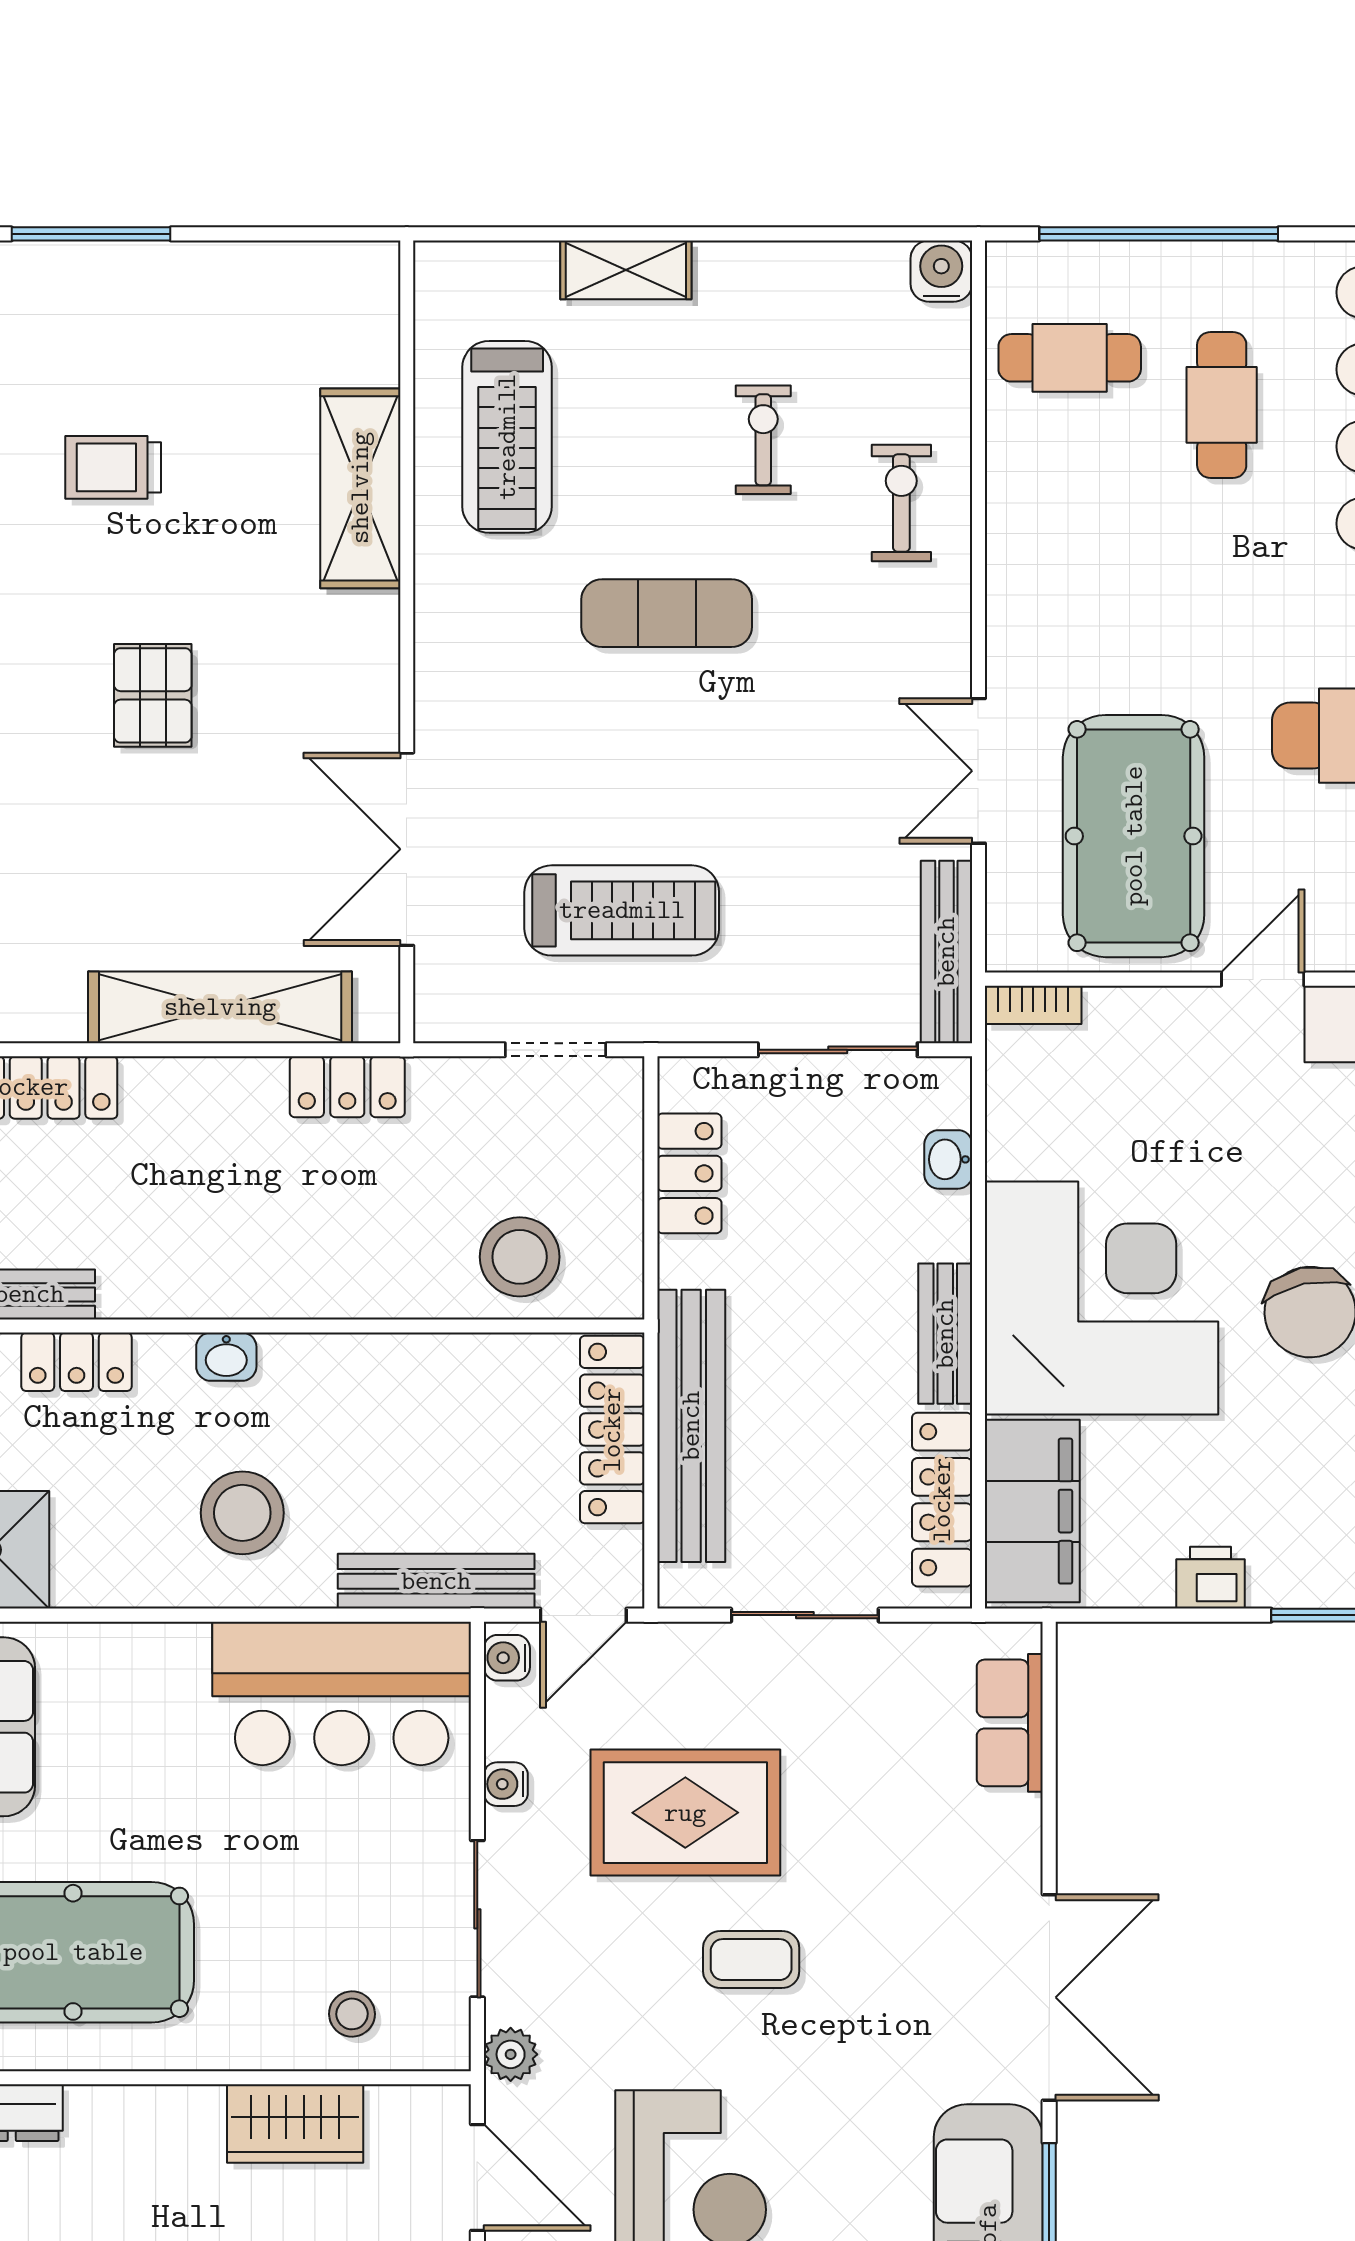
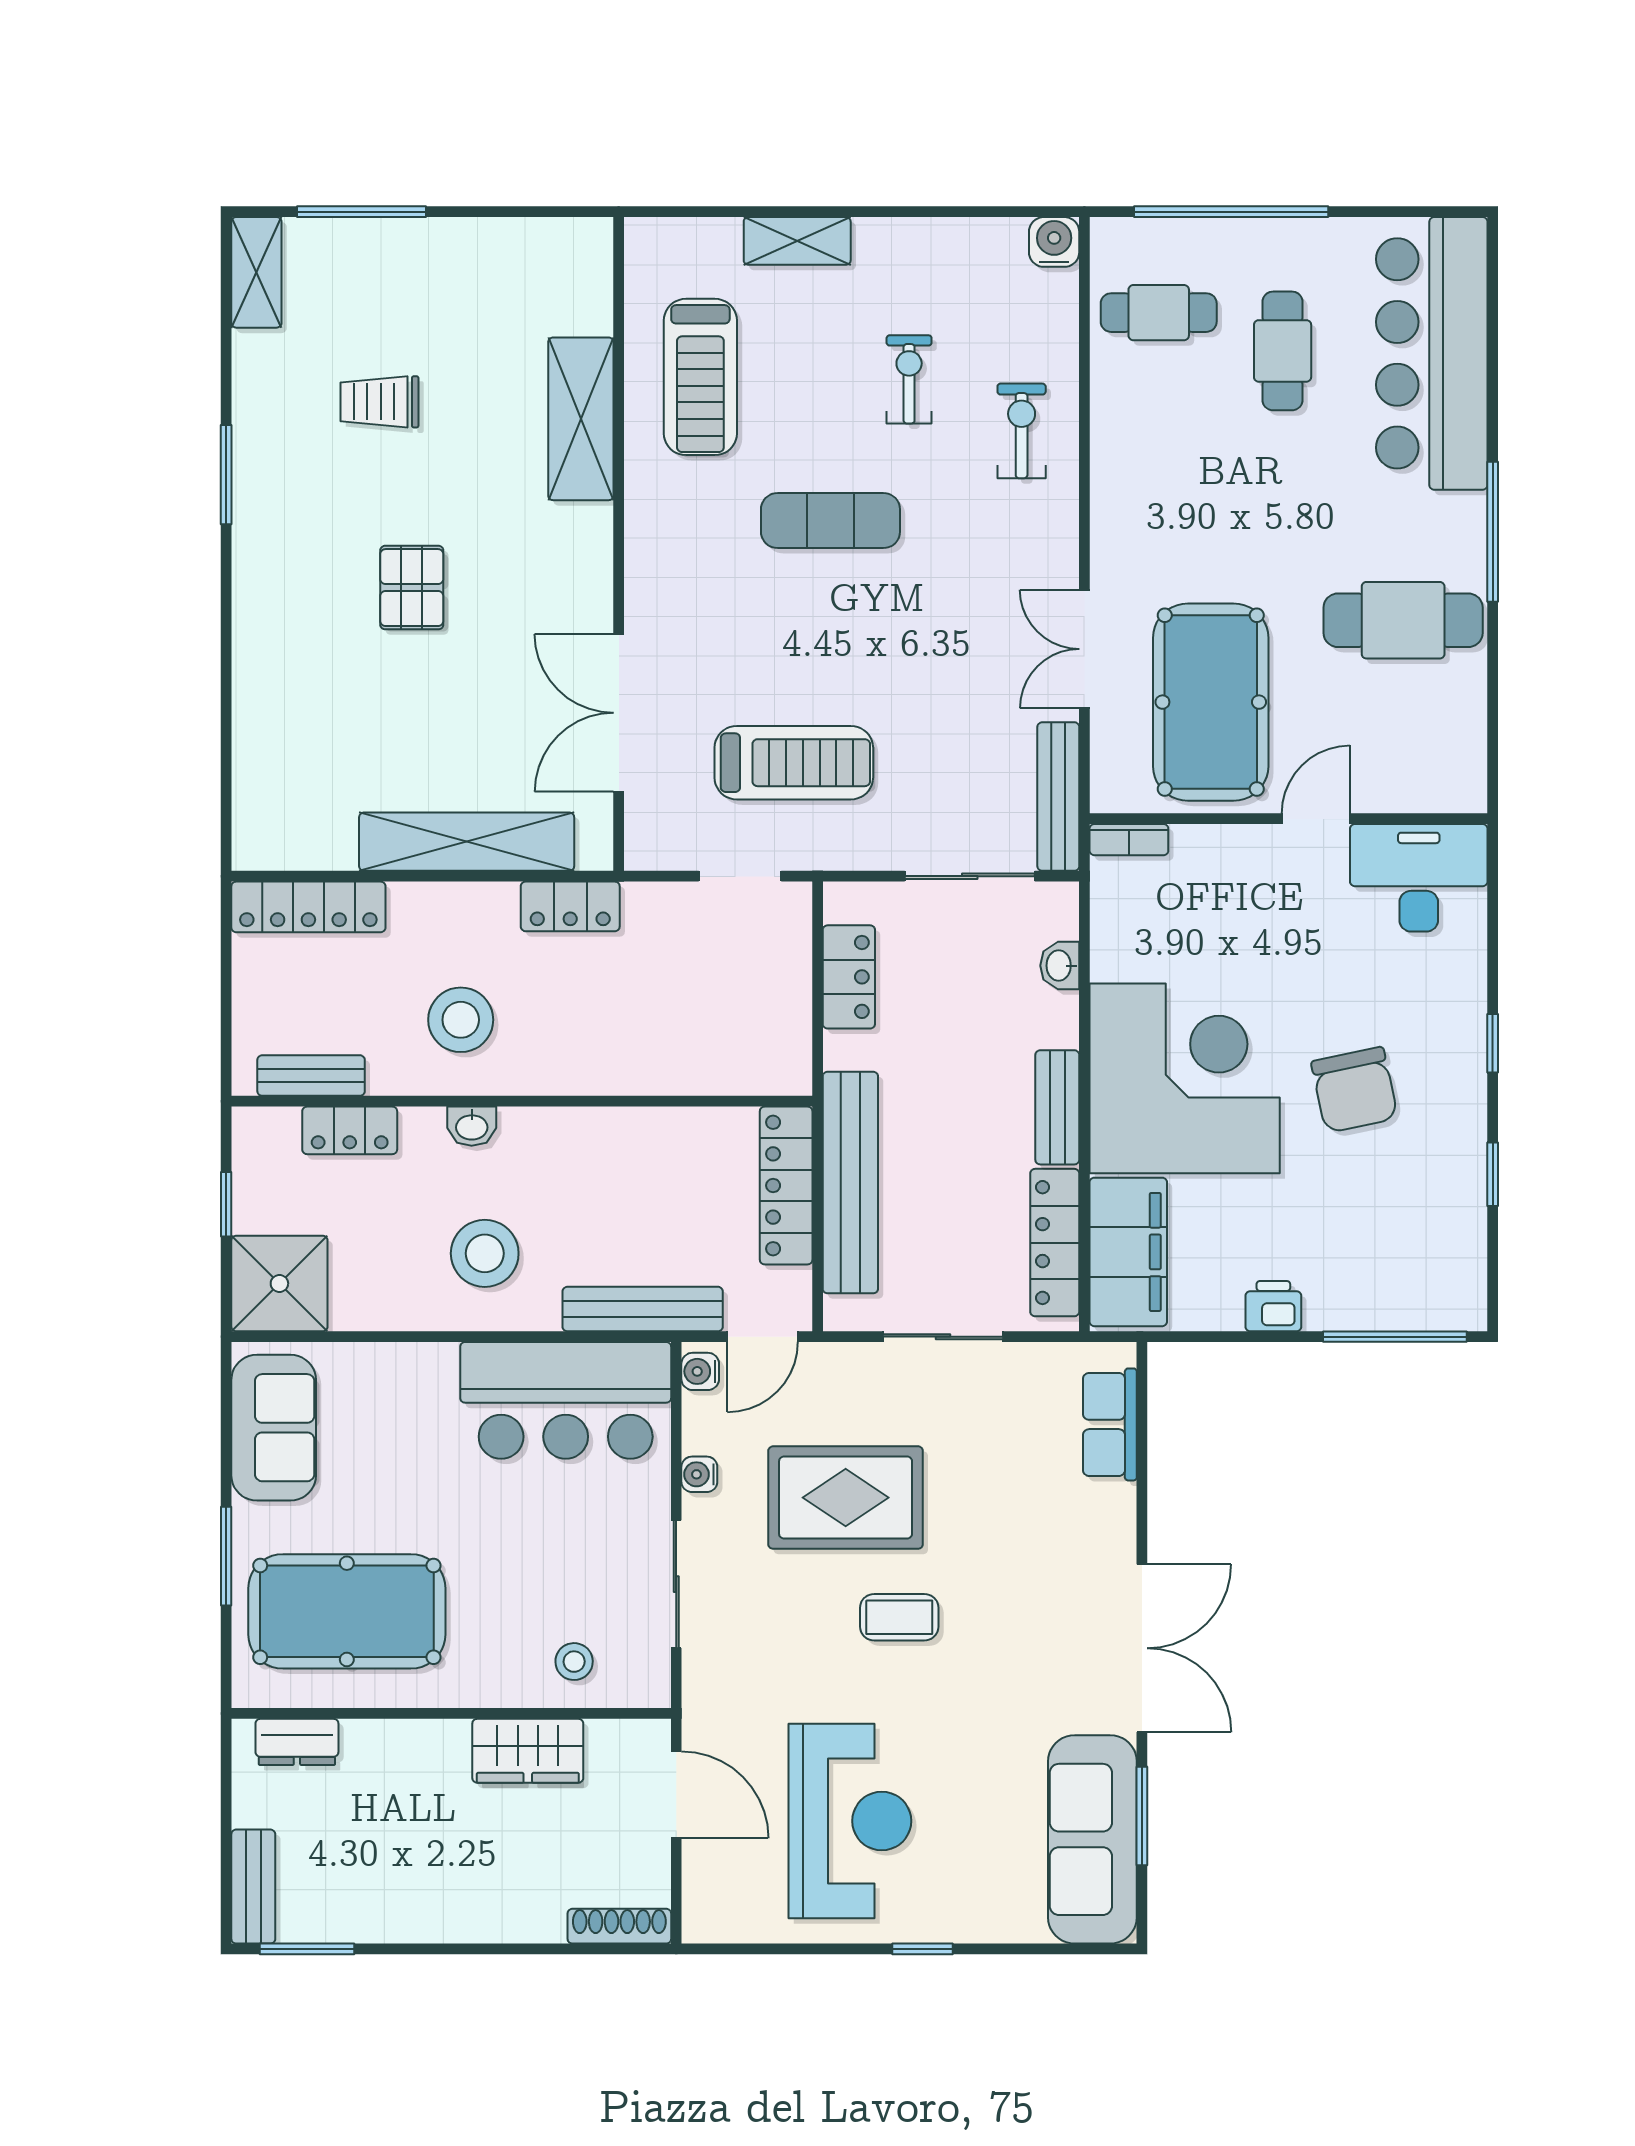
stool: (520, 1257) -> (461, 1020), moved
plant: (511, 2054) -> (703, 1694), removed

